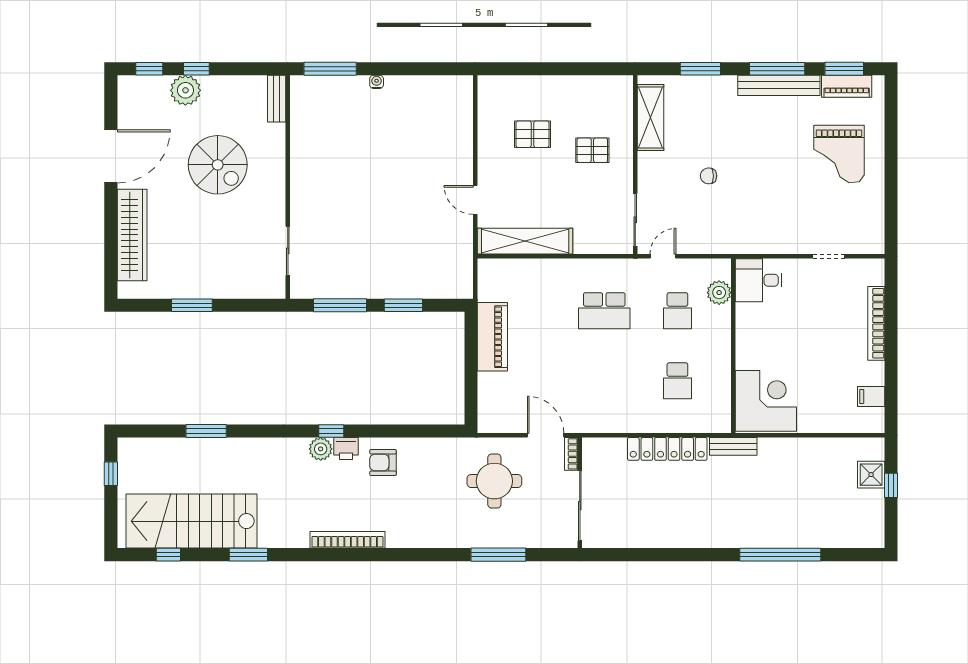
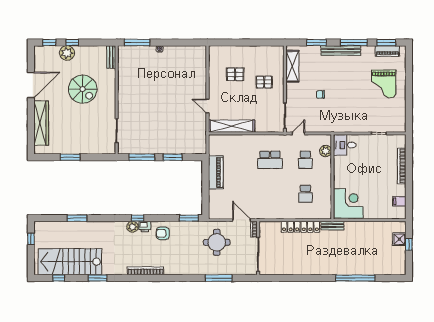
bench: (779, 85) -> (341, 51), moved
window: (437, 431) -> (189, 218), added

